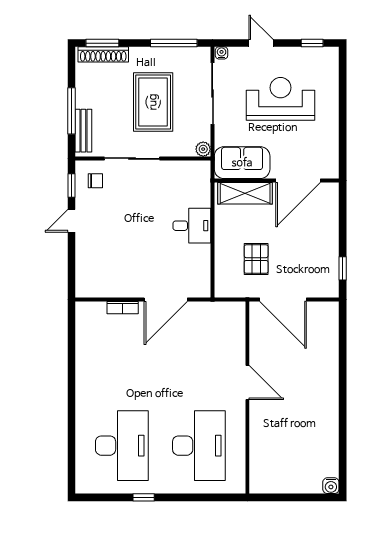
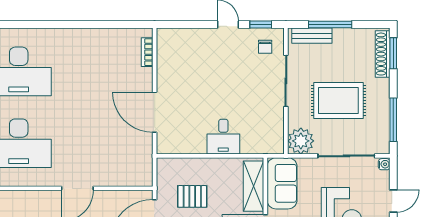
plant: (203, 149) -> (301, 141), width x1.87, depth x1.87
bookcase: (123, 308) -> (147, 52), moved

